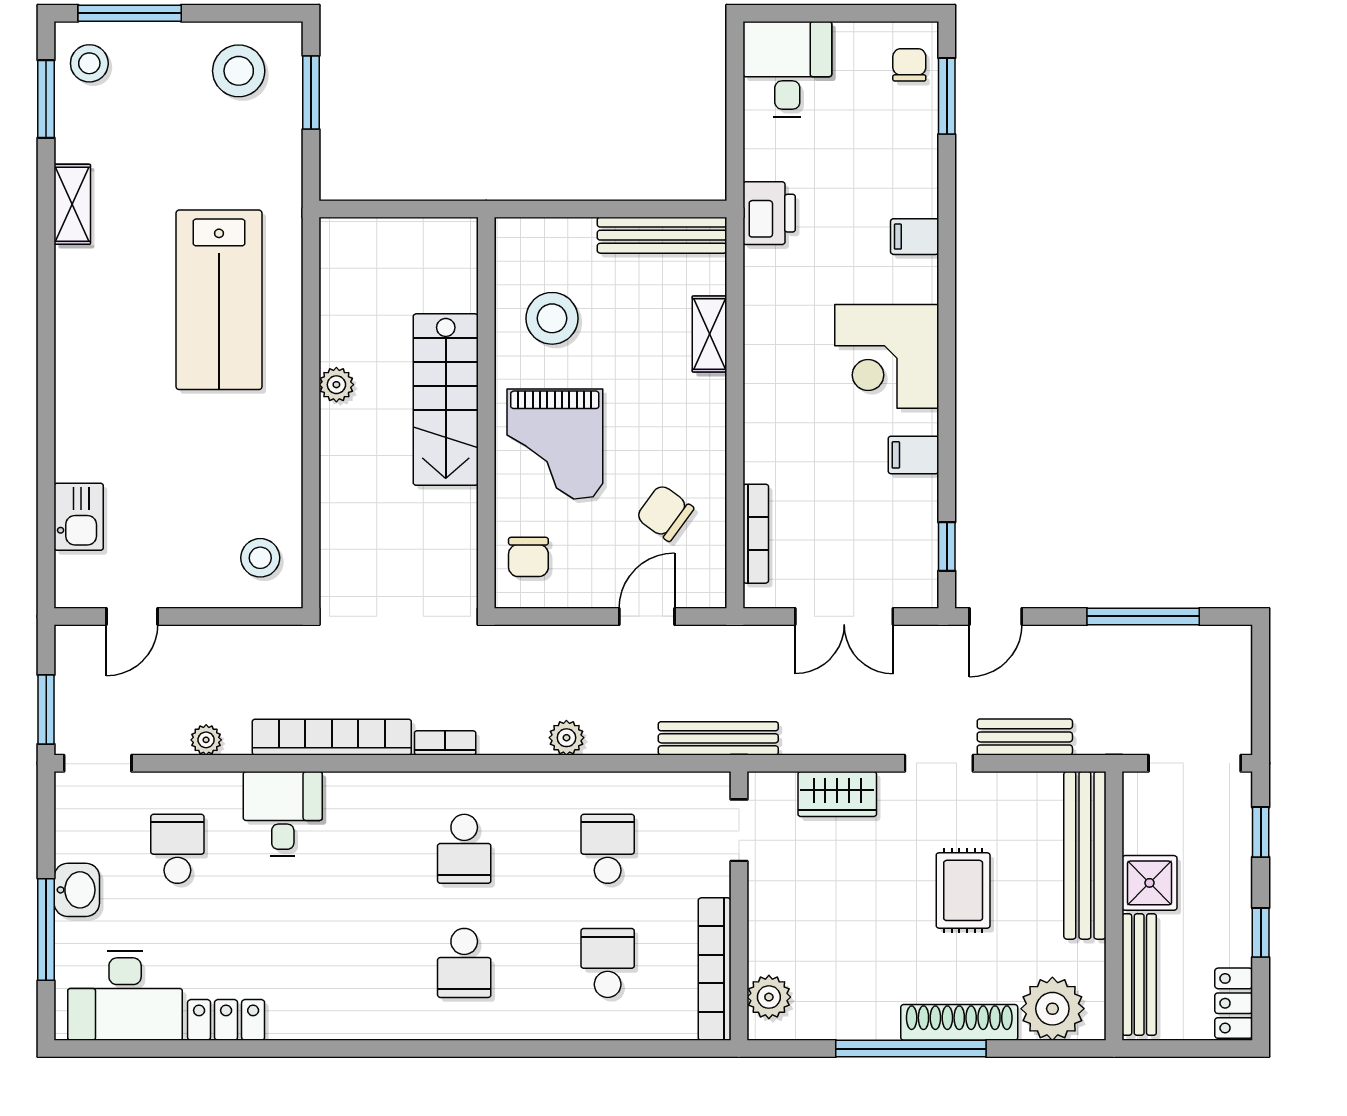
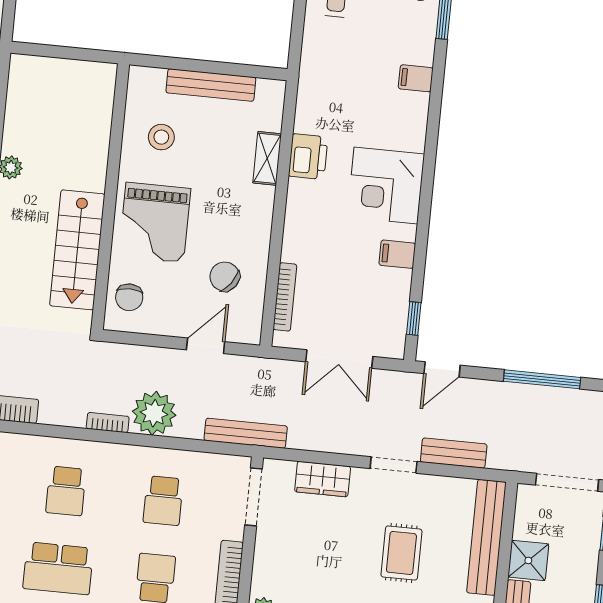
printer: (769, 213) -> (308, 157), moved
bench: (662, 235) -> (211, 85), moved
filing cabinet: (915, 237) -> (416, 78), moved
stool: (552, 318) -> (161, 137), width x0.73, depth x0.73
stairs: (446, 400) -> (77, 250), moved
plant: (566, 738) -> (154, 413), width x1.87, depth x1.87
bookcase: (445, 743) -> (108, 423), moved
doorway: (739, 830) -> (253, 497), width x1.38
school desk: (608, 849) -> (163, 501), turned 180
school desk: (464, 963) -> (58, 568), width x1.85

